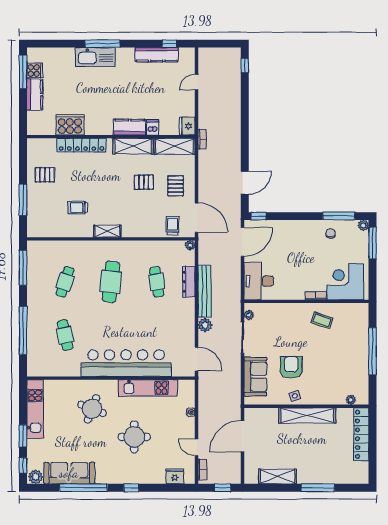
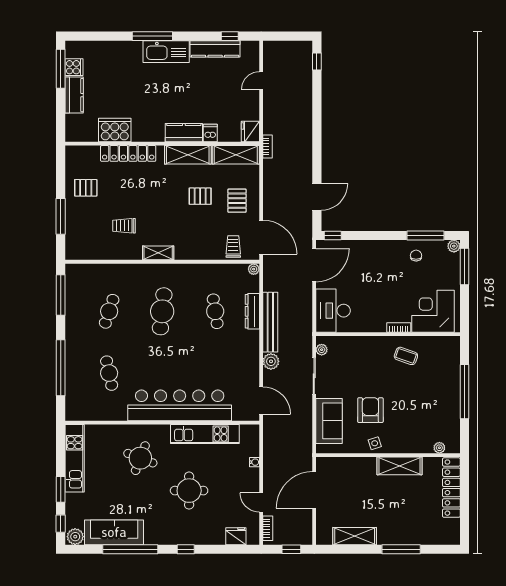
kitchen sink: (95, 57) -> (166, 52), moved
shelving: (307, 416) -> (399, 466), width x0.68

